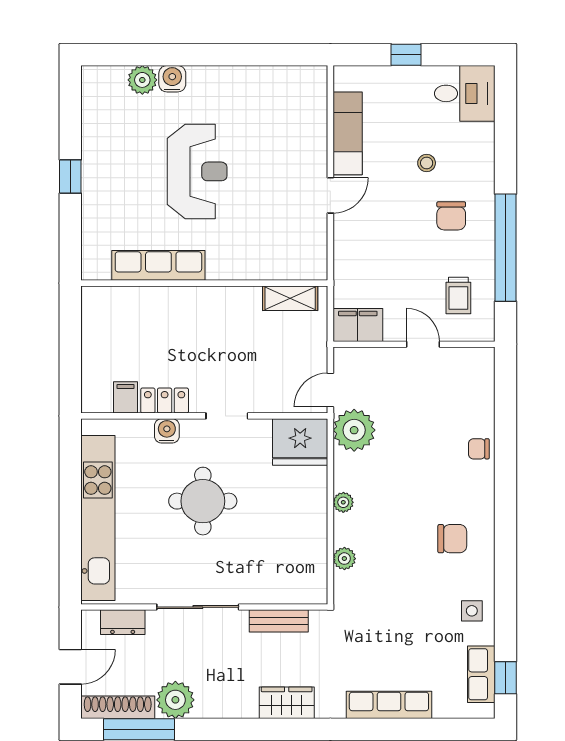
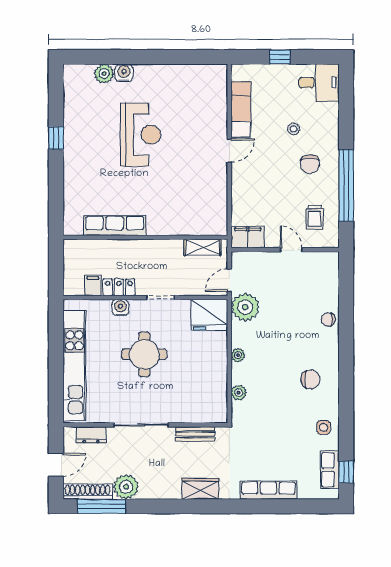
row of seats: (158, 265) -> (115, 226), moved
wall: (204, 283) -> (145, 237), moved
shelving: (290, 298) -> (203, 247), moved

